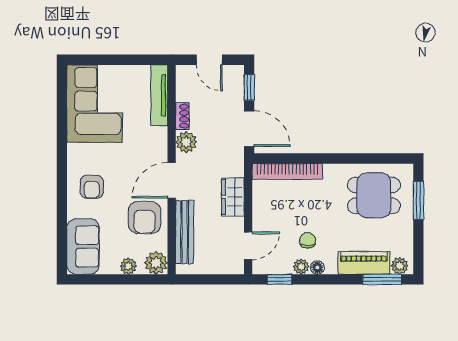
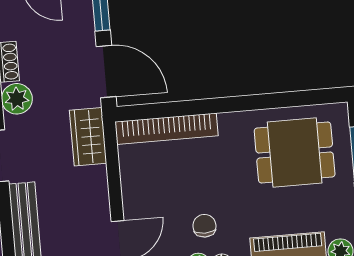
wardrobe: (233, 197) -> (88, 137), moved

